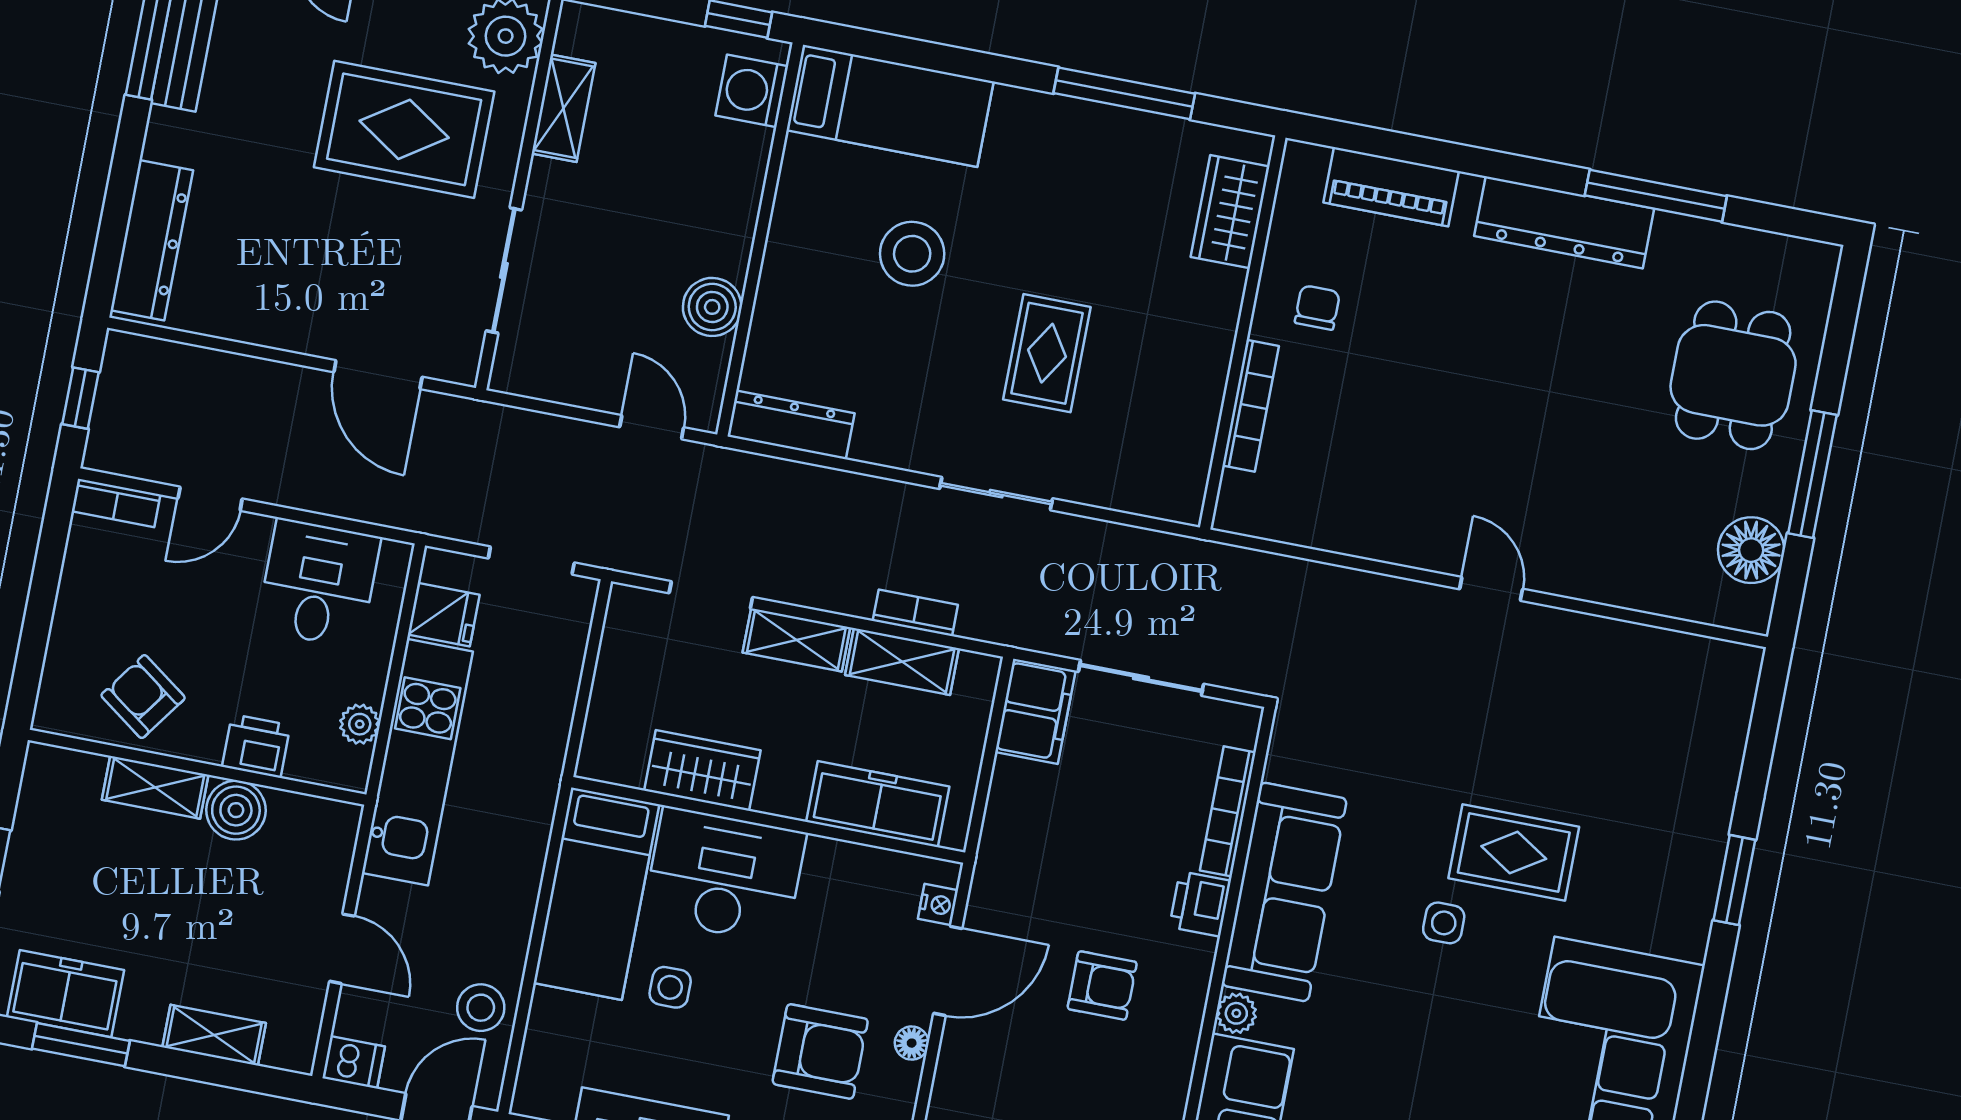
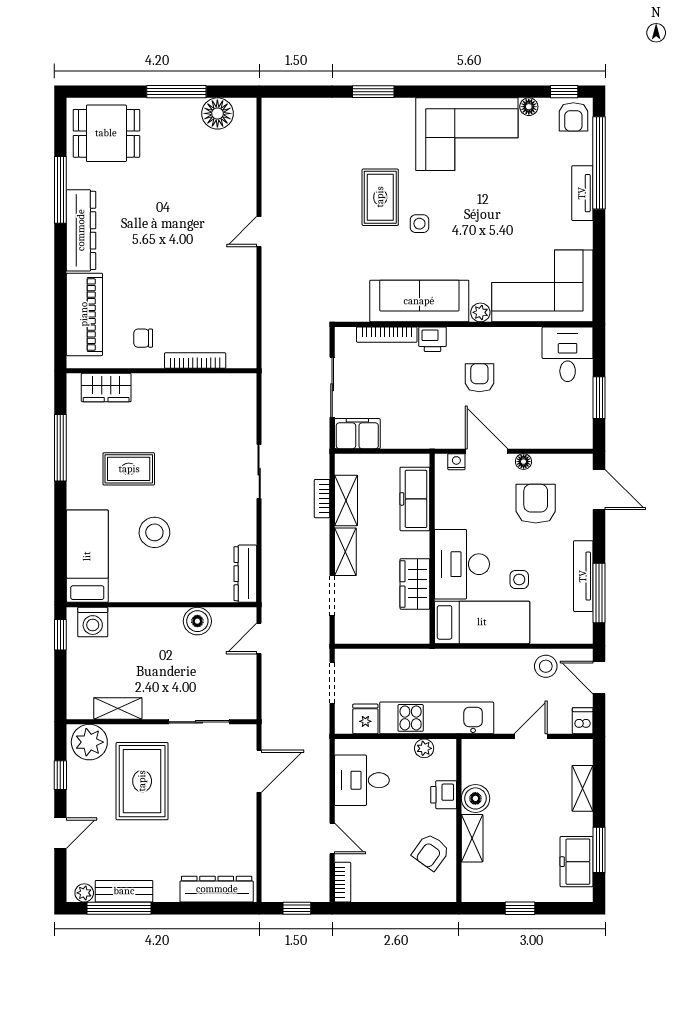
piano: (1391, 187) -> (84, 314), width x1.37, depth x1.33
rug: (1047, 353) -> (129, 469), moved
dining table: (1733, 375) -> (106, 133), moved

